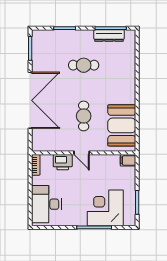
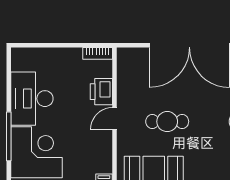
desk: (46, 204) -> (32, 99), moved, turned -90

